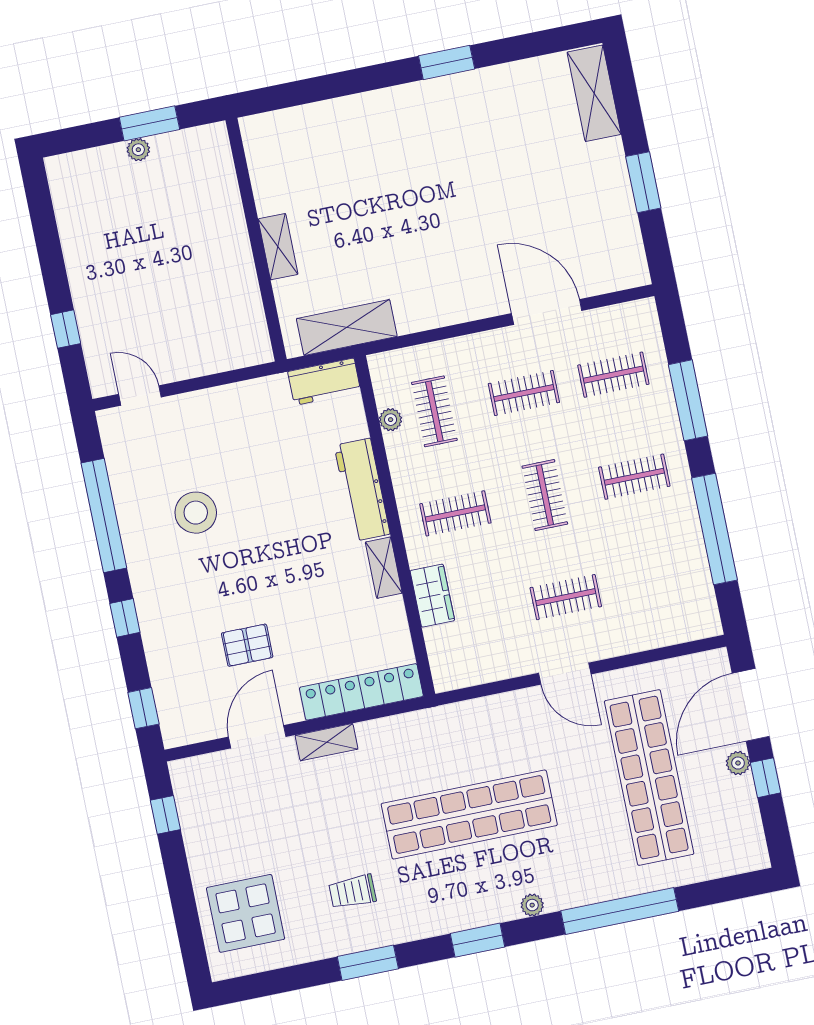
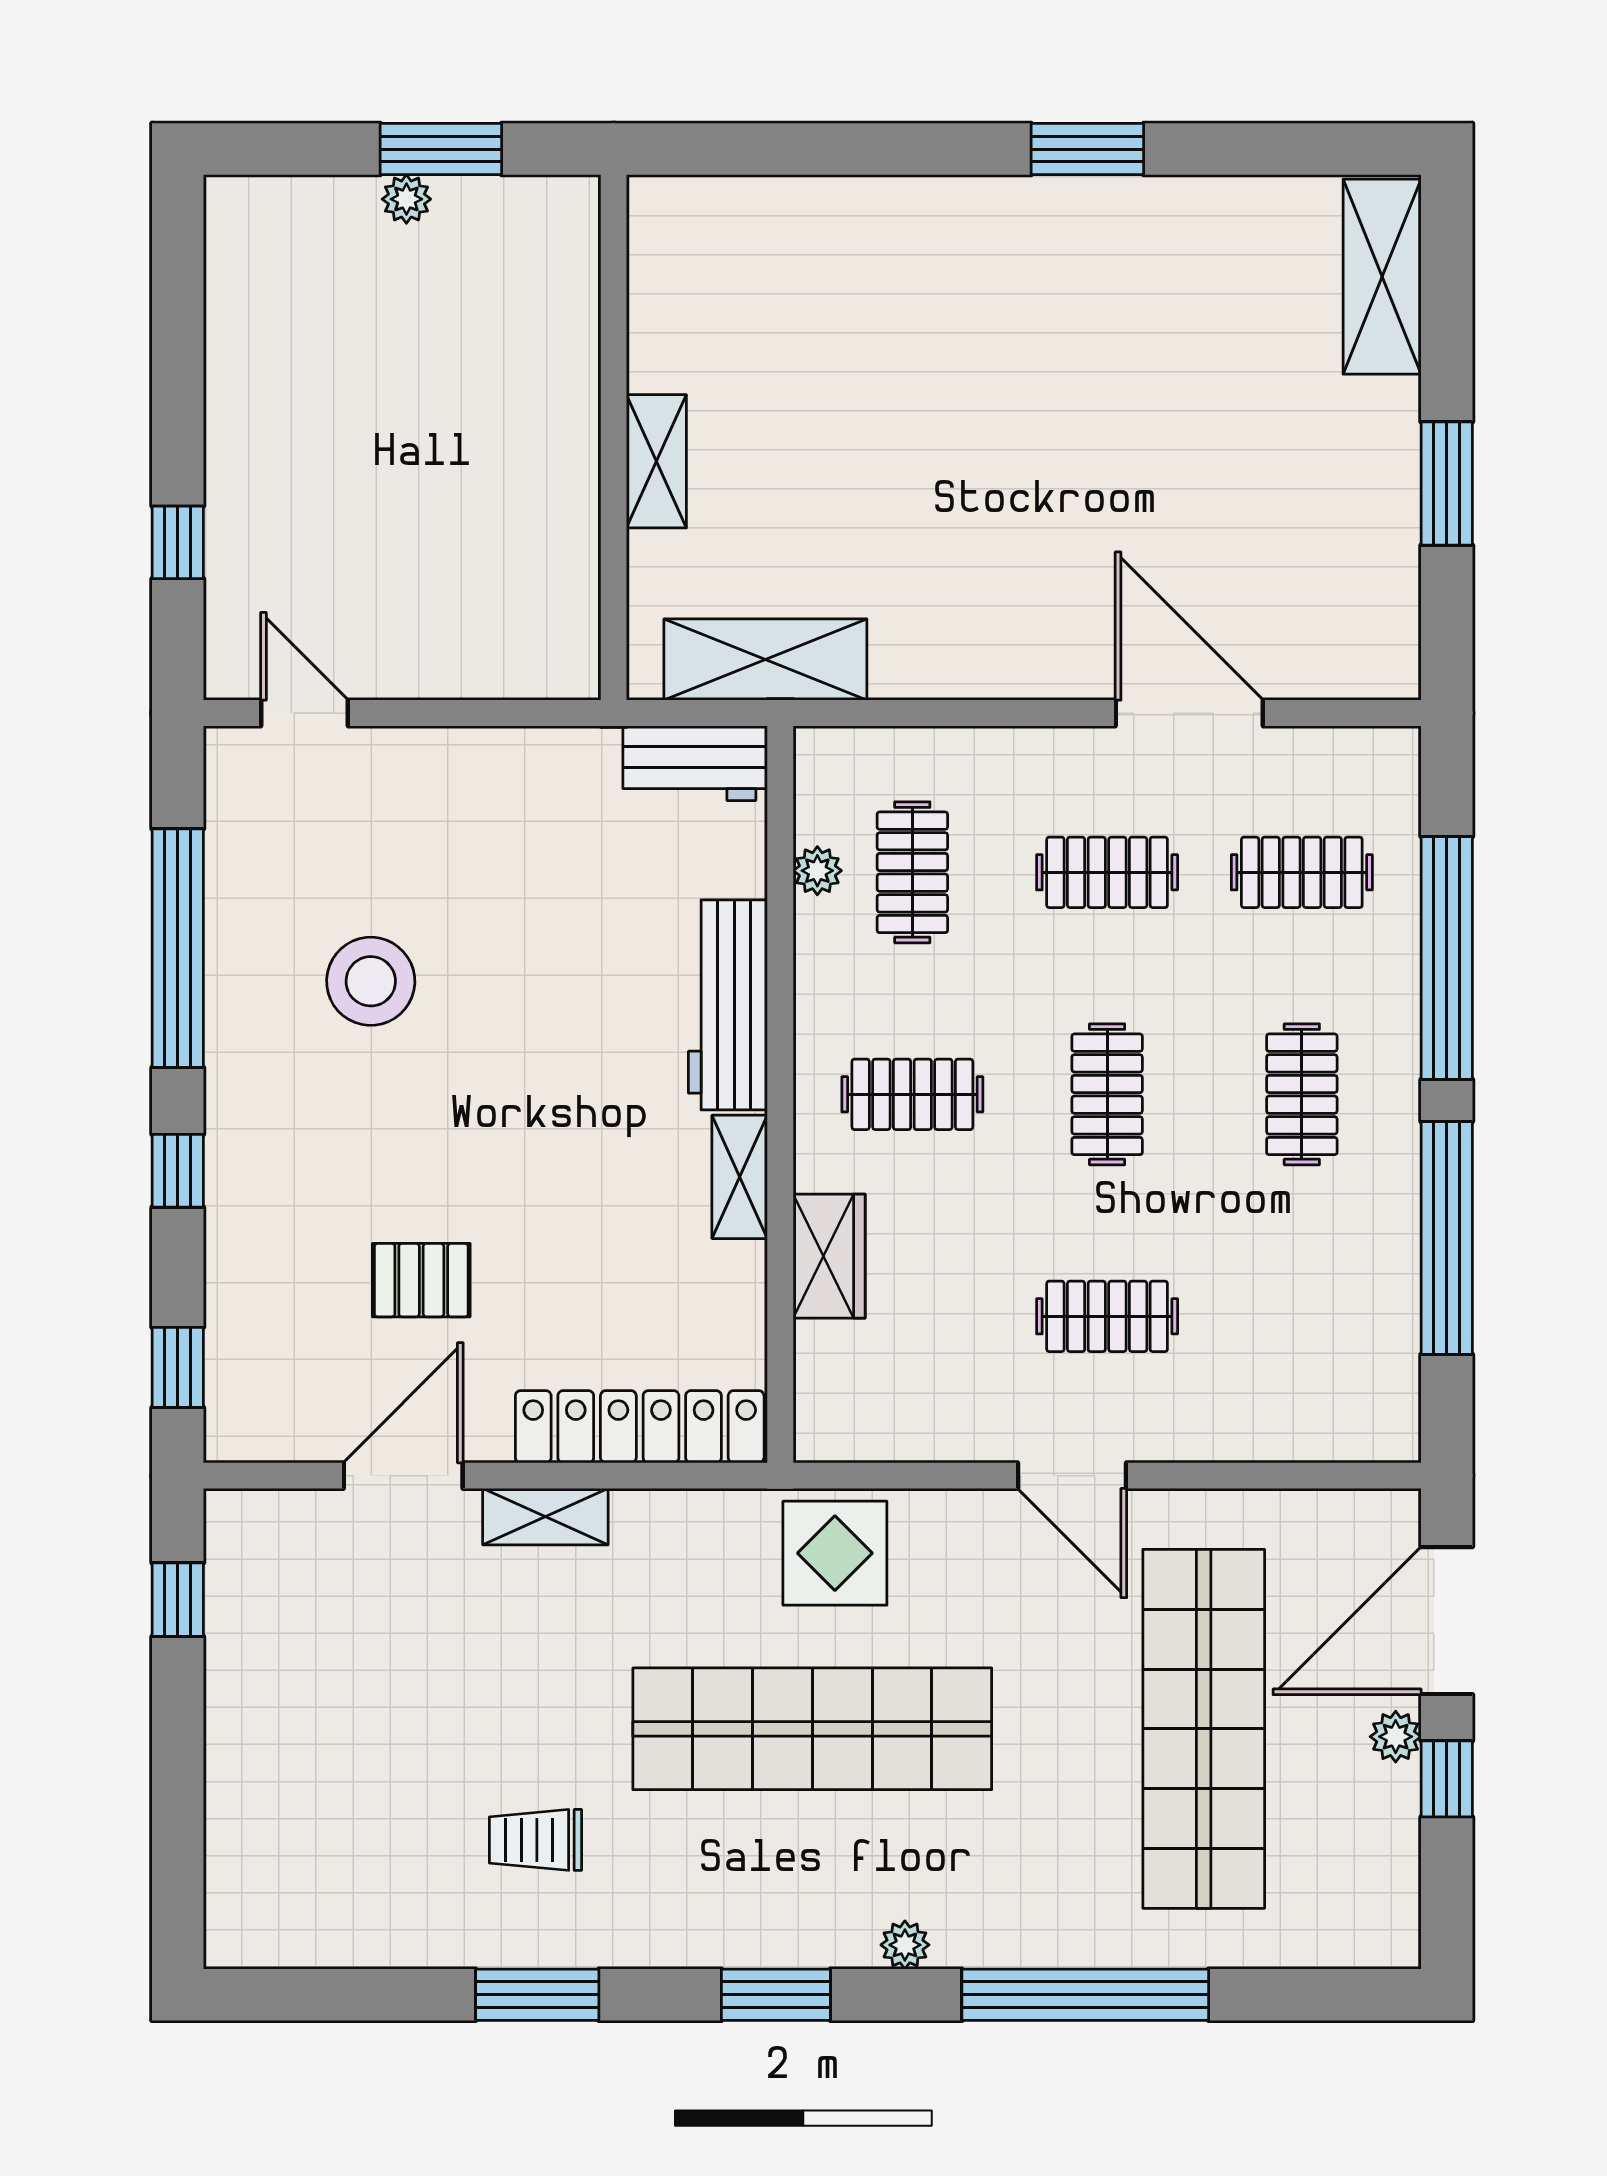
window: (688, 400) -> (1447, 958), width x1.46
clothes rail: (634, 477) -> (1302, 1094), turned 90
display table: (246, 913) -> (835, 1553), moved, width x0.73, depth x0.73

